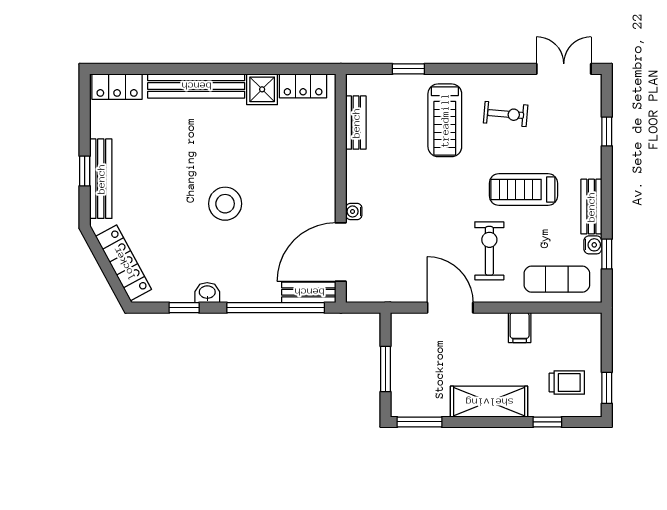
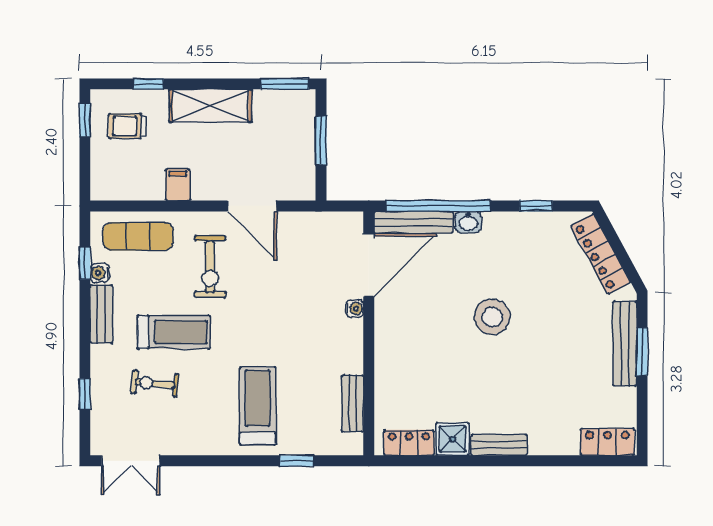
bench: (196, 86) -> (499, 445), width x0.54, depth x0.82
exercise bike: (506, 114) -> (155, 384), moved
window: (85, 171) -> (642, 352), width x1.50
bench: (309, 292) -> (413, 222), width x1.36
washbasin: (207, 293) -> (468, 222), moved

